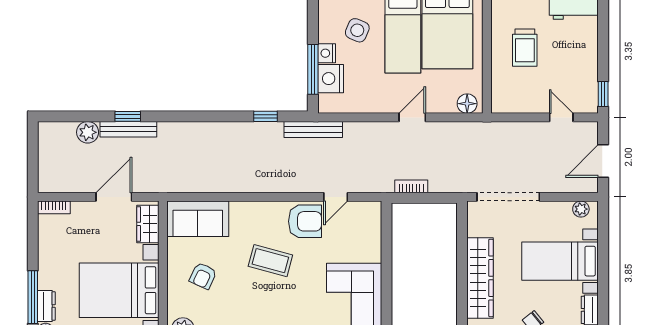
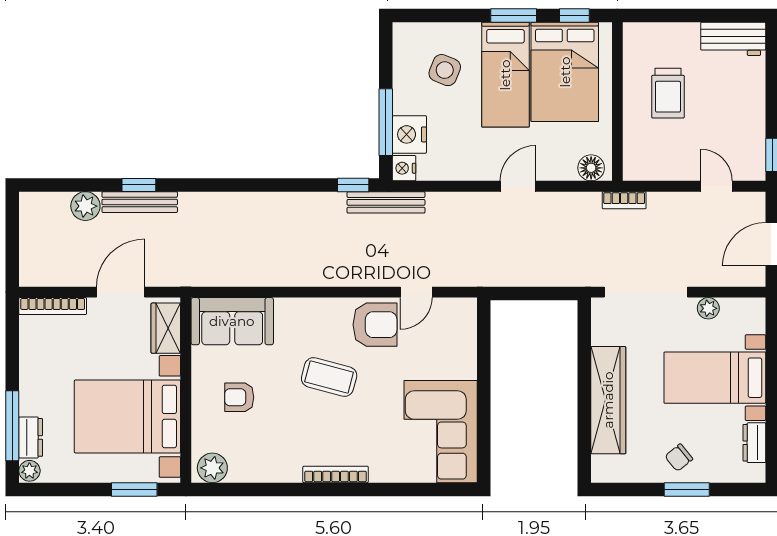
nightstand: (327, 53) -> (404, 168), moved
window: (265, 116) -> (353, 185), moved
bookcase: (411, 186) -> (624, 200), moved, turned 180
bookcase: (54, 207) -> (53, 306), width x1.56
plant: (581, 209) -> (708, 308), moved
armchair: (203, 276) -> (239, 397), turned 65

